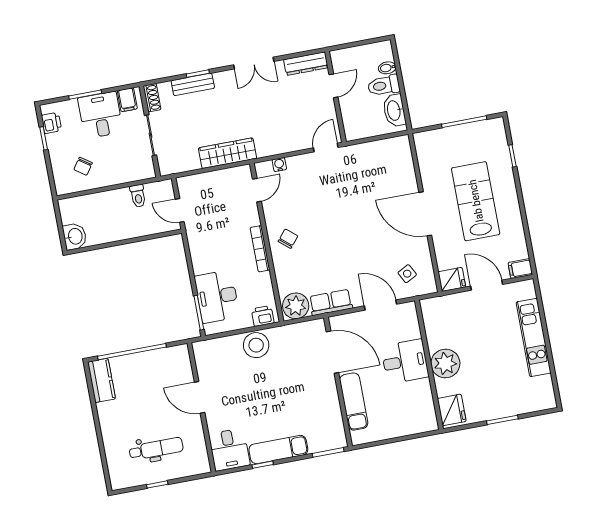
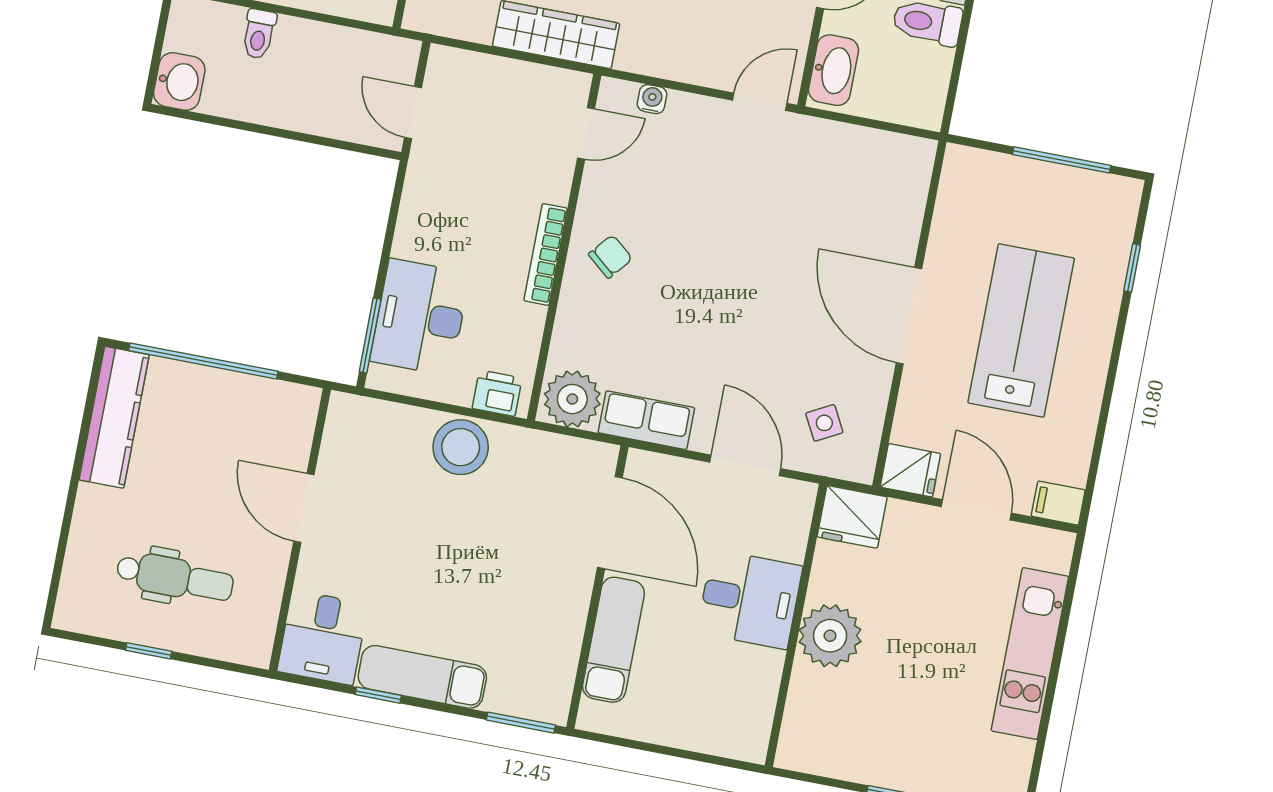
washbasin: (394, 110) -> (834, 70), moved, turned 180
toilet: (138, 196) -> (259, 34), moved
kitchen counter: (101, 380) -> (114, 417), width x1.50
fridge: (452, 410) -> (852, 517), moved, turned 90

